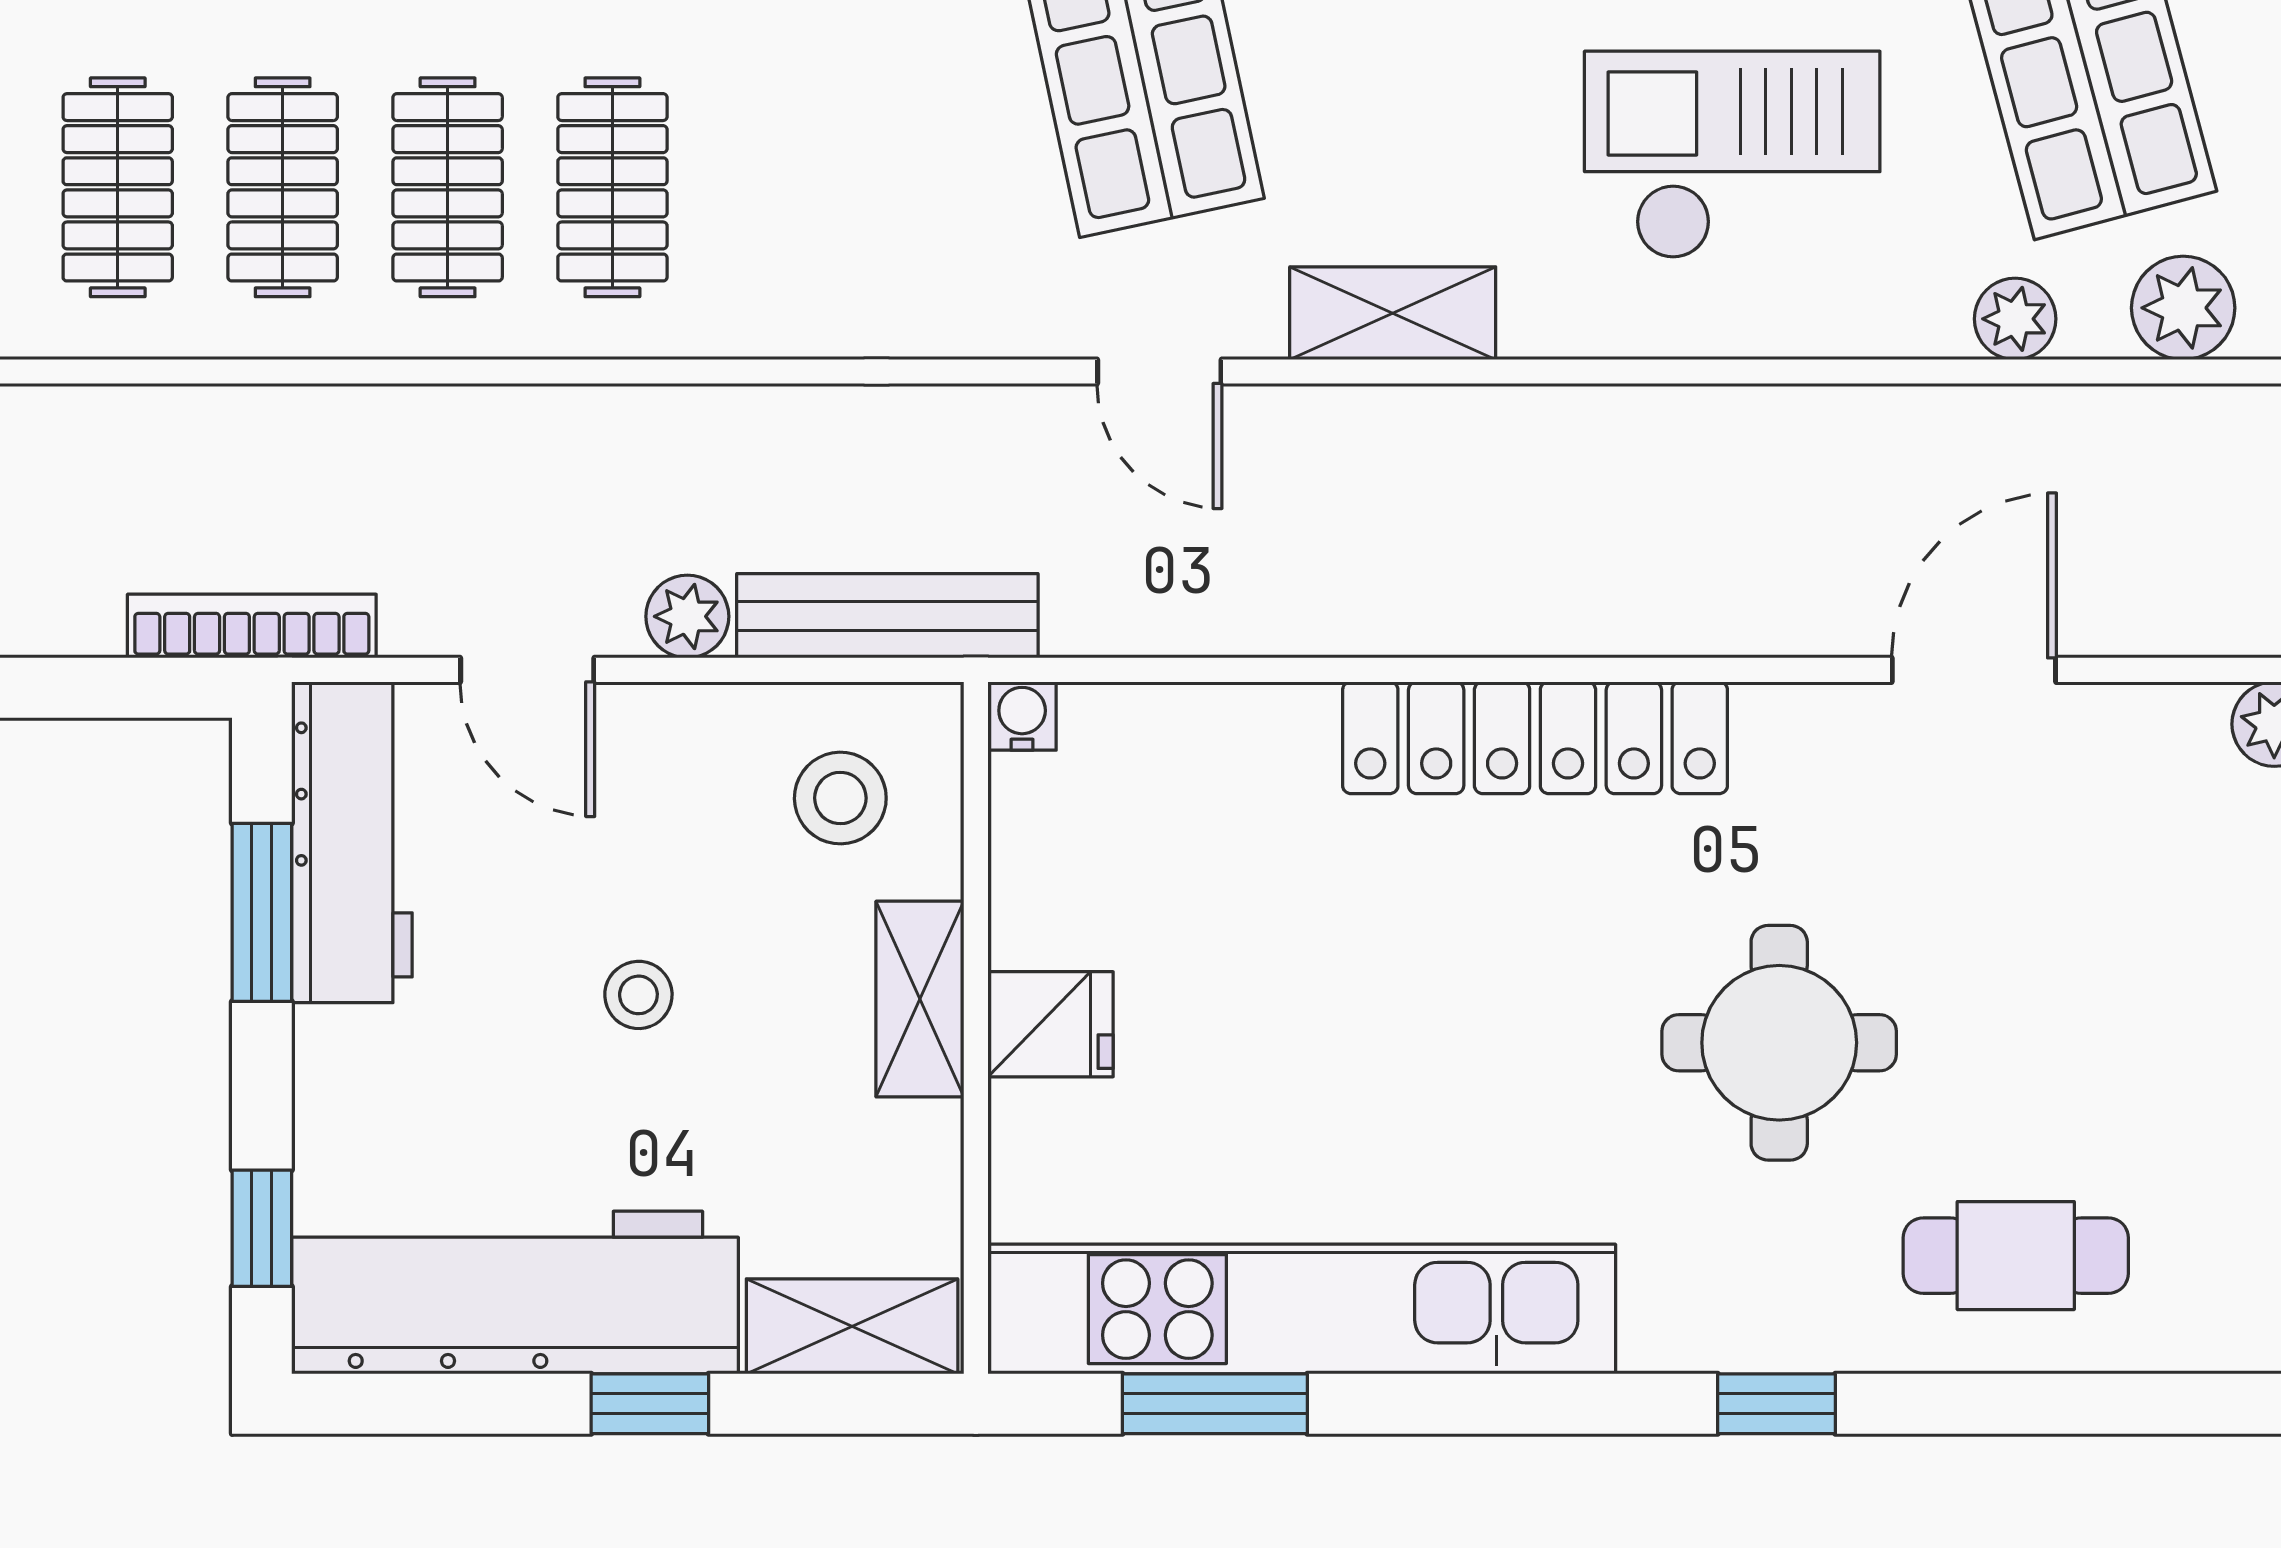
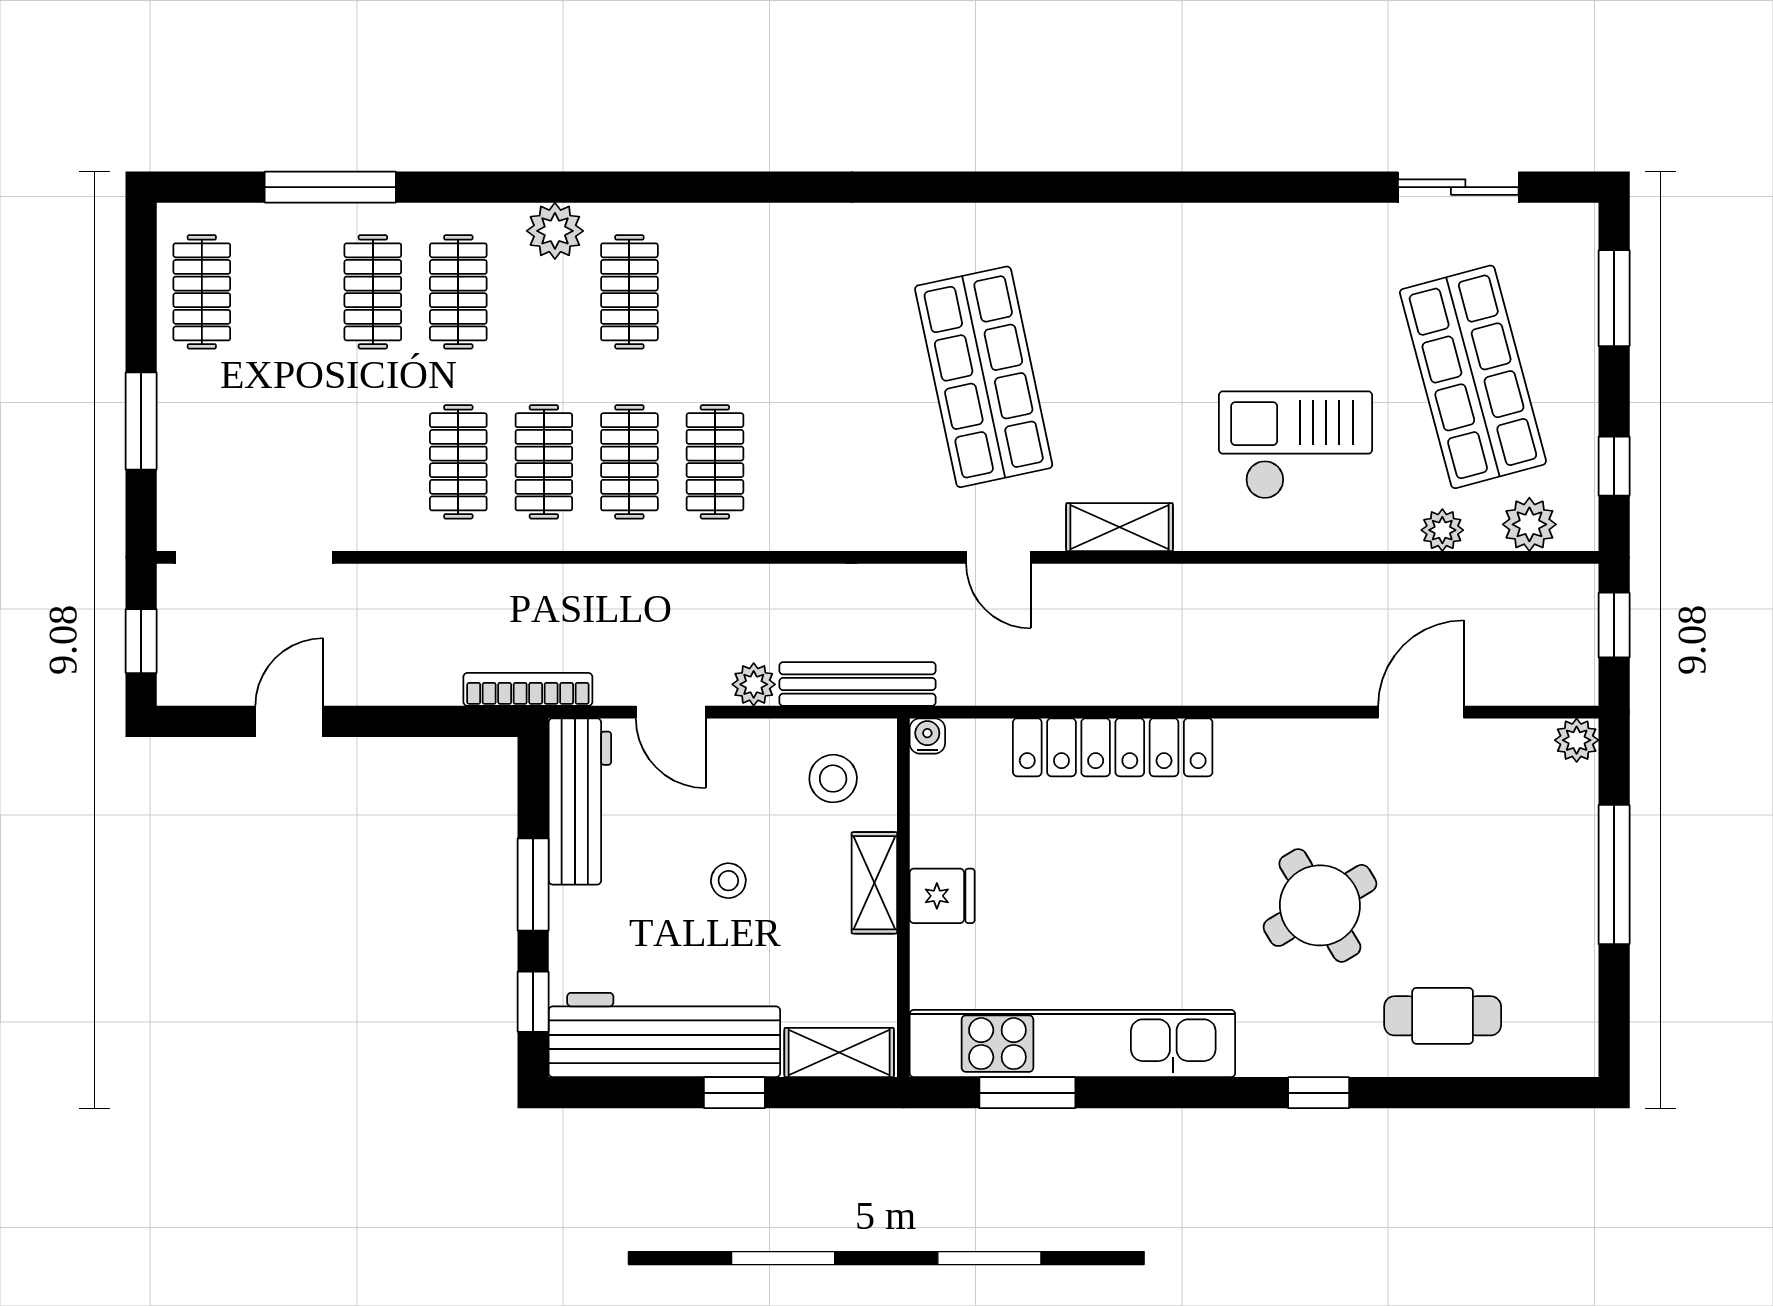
locker: (1535, 738) -> (1113, 747), moved
window: (262, 912) -> (533, 885), moved
round table: (1779, 1043) -> (1320, 905), turned -31

